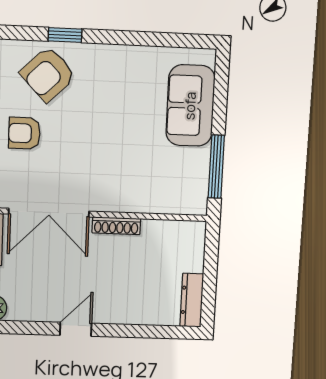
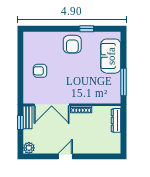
window: (65, 35) -> (87, 29), moved
armchair: (48, 74) -> (72, 44), moved, turned -46
dresser: (192, 300) -> (116, 120), moved

